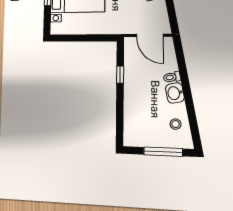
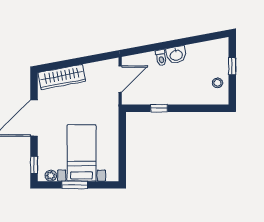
stool: (176, 124) -> (217, 83), moved
window: (163, 152) -> (232, 66), width x0.46

